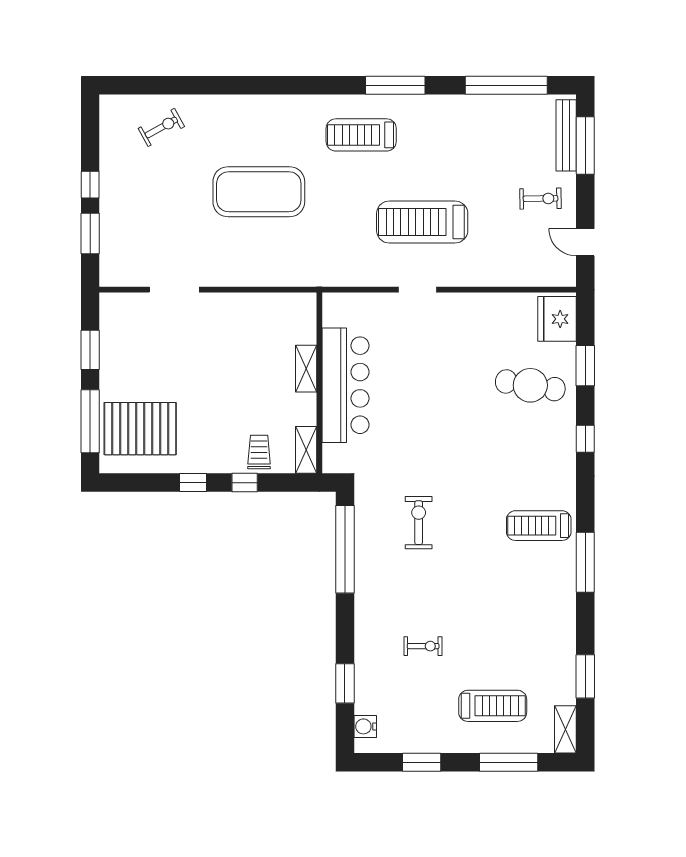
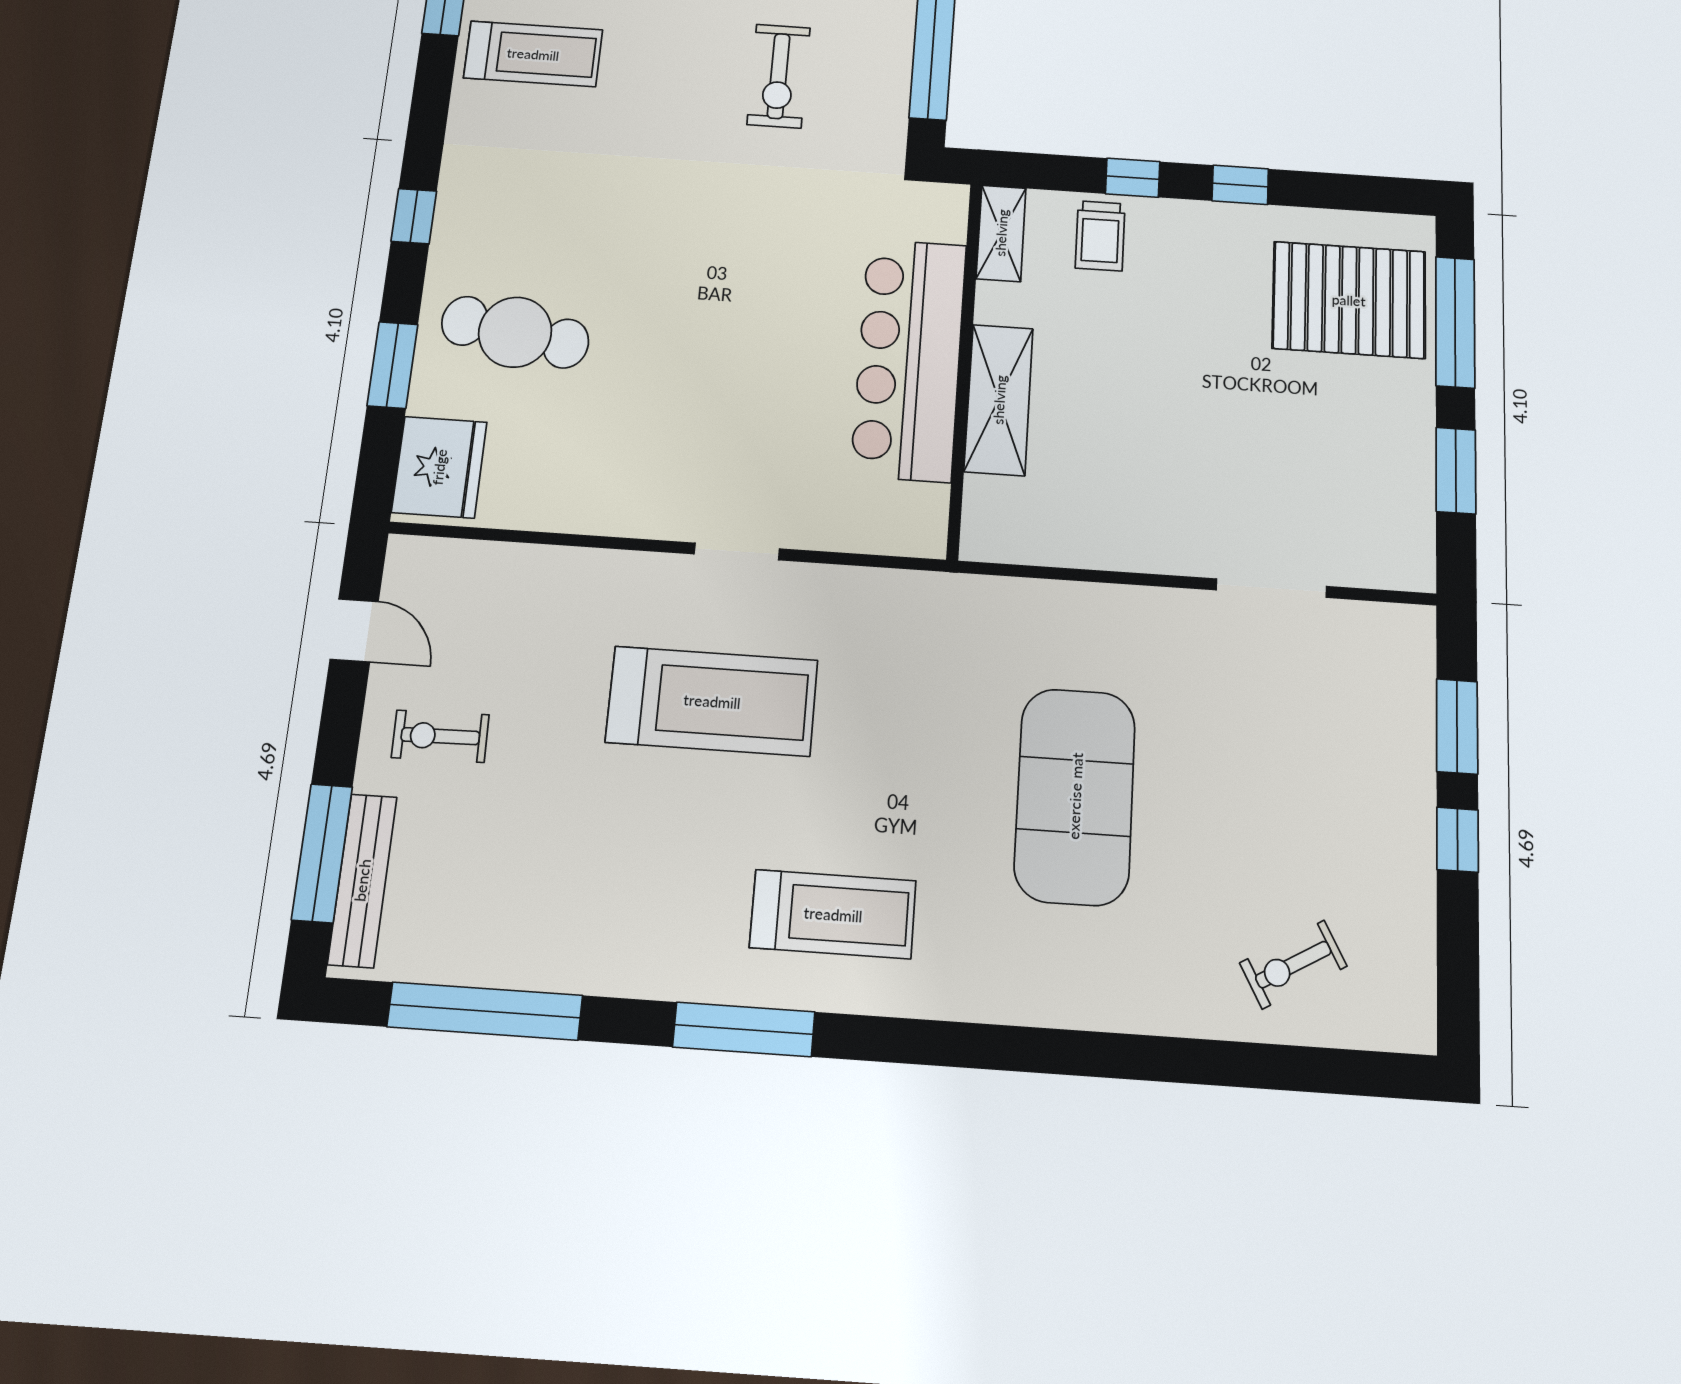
exercise mat: (259, 192) -> (1075, 796), turned 90
shelving: (306, 369) -> (999, 400), width x1.50, depth x1.33

